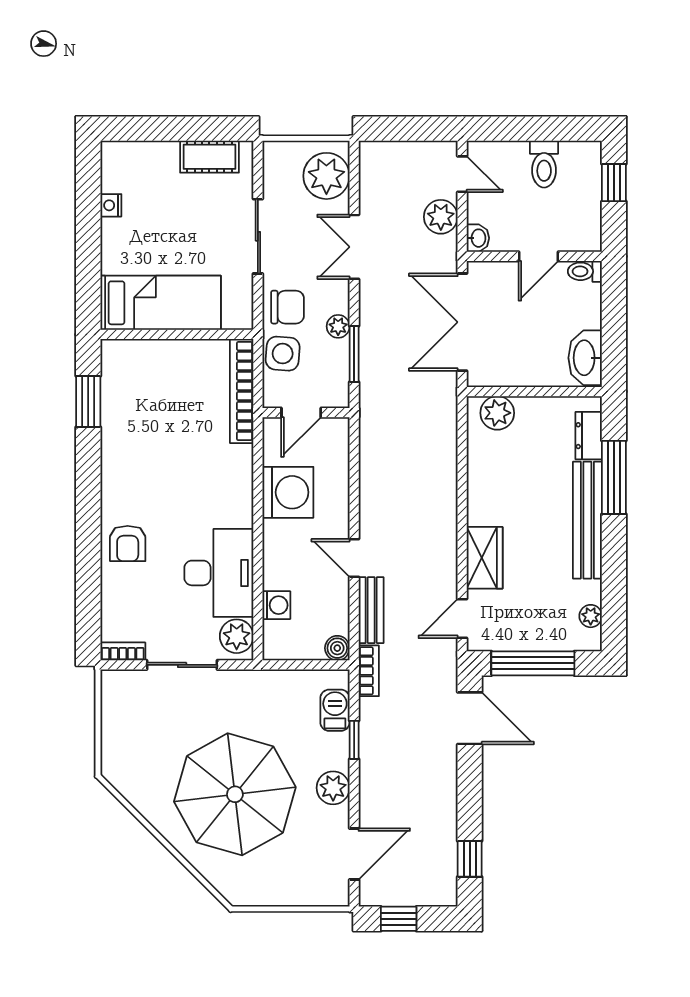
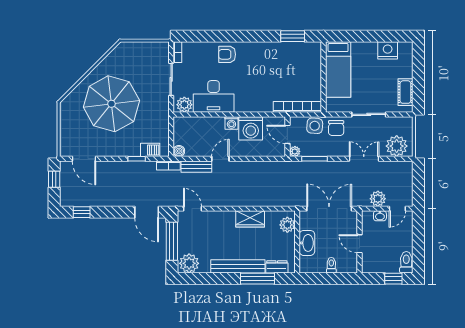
toilet: (544, 164) -> (406, 262), moved, turned 90
nightstand: (111, 205) -> (388, 50), width x1.89, depth x1.79
washbasin: (478, 238) -> (380, 216), moved
toilet: (585, 271) -> (331, 265), moved
plant: (338, 326) -> (295, 151), moved
washbasin: (585, 358) -> (307, 243), moved, turned 90
wardrobe: (485, 558) -> (250, 219), moved
washing machine: (276, 605) -> (231, 123), moved
plant: (591, 616) -> (189, 263), width x1.87, depth x1.87
door: (470, 718) -> (147, 212), hinge flipped
plant: (333, 788) -> (114, 149), removed

